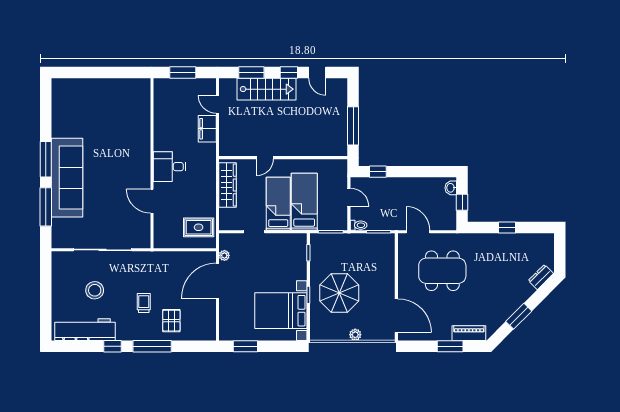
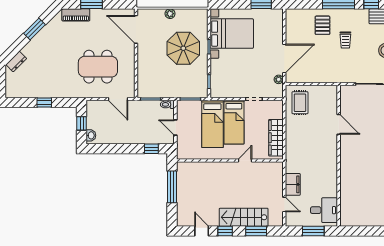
desk: (170, 167) -> (324, 210), moved
rug: (199, 227) -> (300, 103), turned 90

